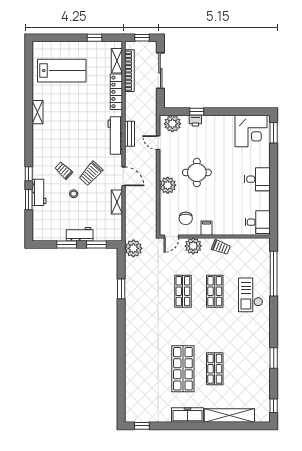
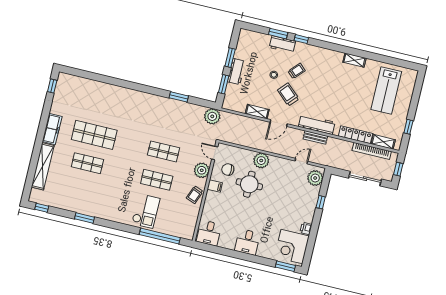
printer: (195, 121) -> (306, 228), moved
round table: (197, 172) -> (249, 184), moved
checkout: (251, 295) -> (146, 211), turned 90

